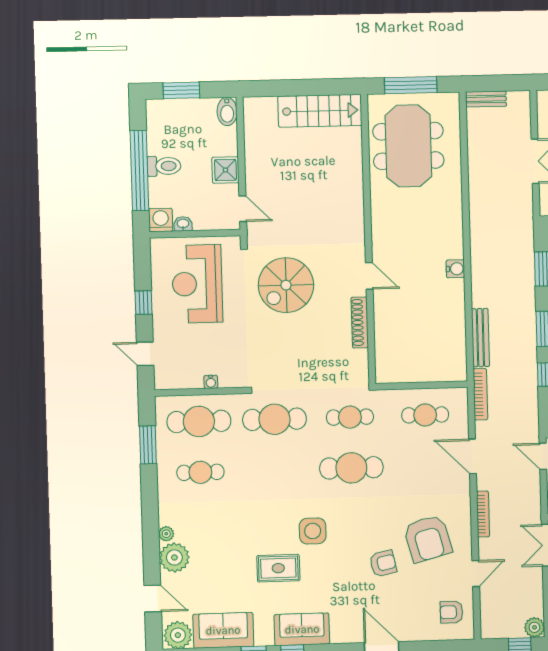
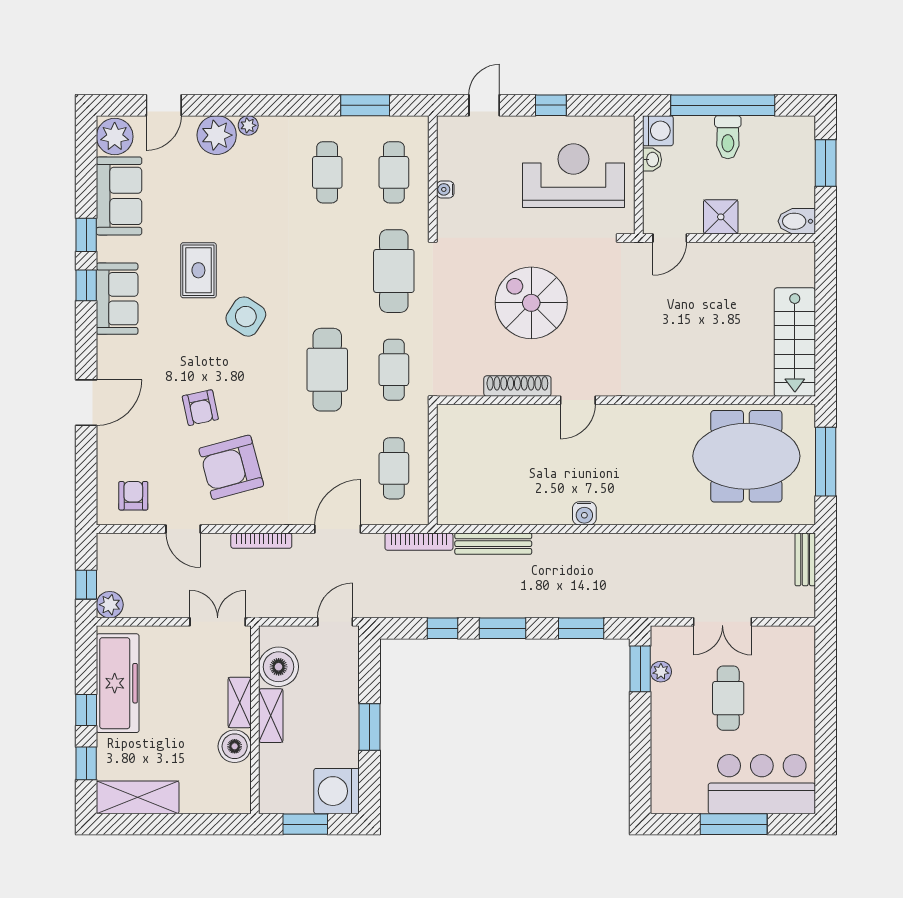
spiral stairs: (286, 285) -> (531, 303), moved
cafe table: (199, 421) -> (394, 172), width x0.73, depth x0.74
side table: (313, 531) -> (246, 317), turned 33

